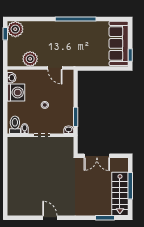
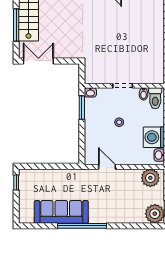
sofa: (119, 43) -> (61, 212), moved, turned -90
plant: (30, 59) -> (150, 178), moved
double door: (97, 156) -> (38, 61), moved

